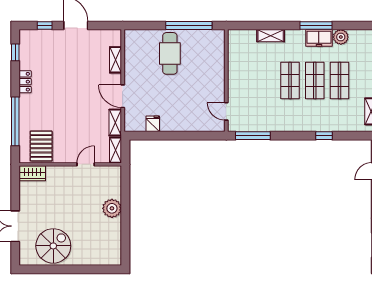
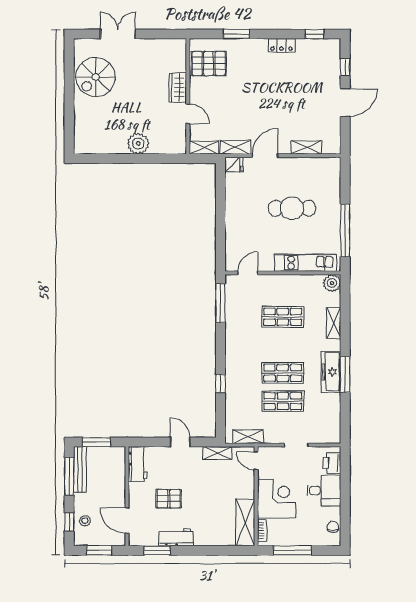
plant: (341, 37) -> (332, 283), moved
freezer: (319, 38) -> (331, 372), width x1.40
cafe table: (170, 53) -> (292, 208), moved
kitchen unit: (217, 61) -> (305, 263), added
shop shelf: (290, 81) -> (283, 317), moved
window: (15, 121) -> (237, 34), width x0.47
fridge: (153, 124) -> (234, 165), moved
wardrobe: (32, 173) -> (178, 88), moved
spiral stairs: (53, 246) -> (96, 77), turned 90

